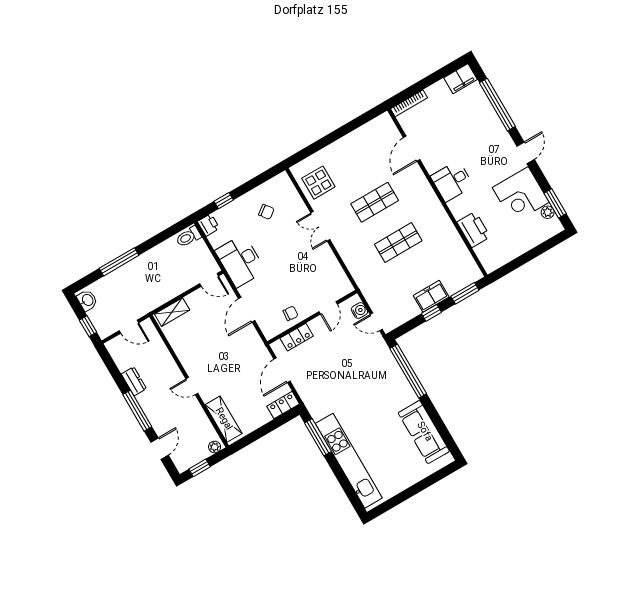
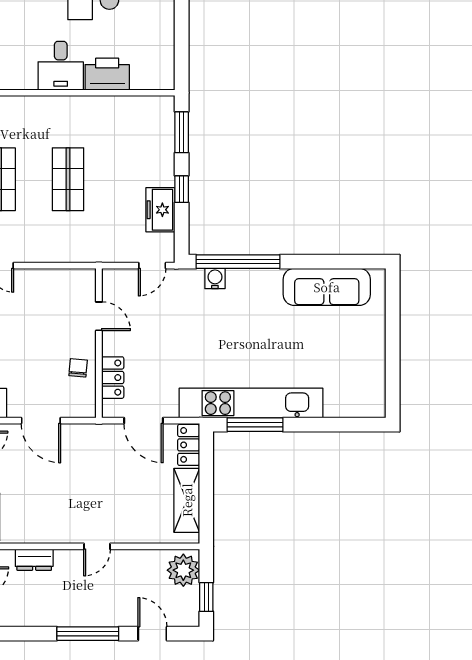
desk: (452, 181) -> (61, 66), moved
freezer: (431, 296) -> (160, 210), moved
water cooler: (359, 311) -> (215, 279), moved
dresser: (134, 381) -> (34, 560), moved, turned 180
shelving: (223, 419) -> (187, 500), moved, turned 90
plant: (215, 447) -> (183, 570), width x1.87, depth x1.87
kitchen unit: (349, 461) -> (251, 403), moved

